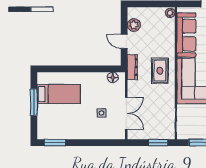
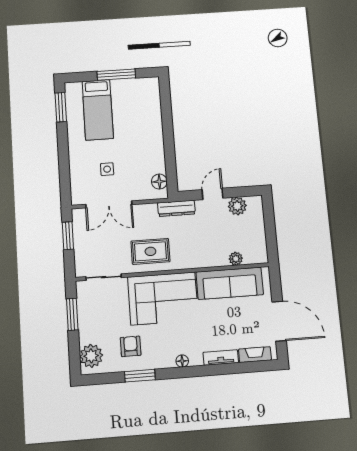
plant: (170, 13) -> (236, 259), moved
rug: (160, 71) -> (150, 251), moved
bed: (59, 94) -> (98, 110), moved
window: (158, 143) -> (68, 236), moved

